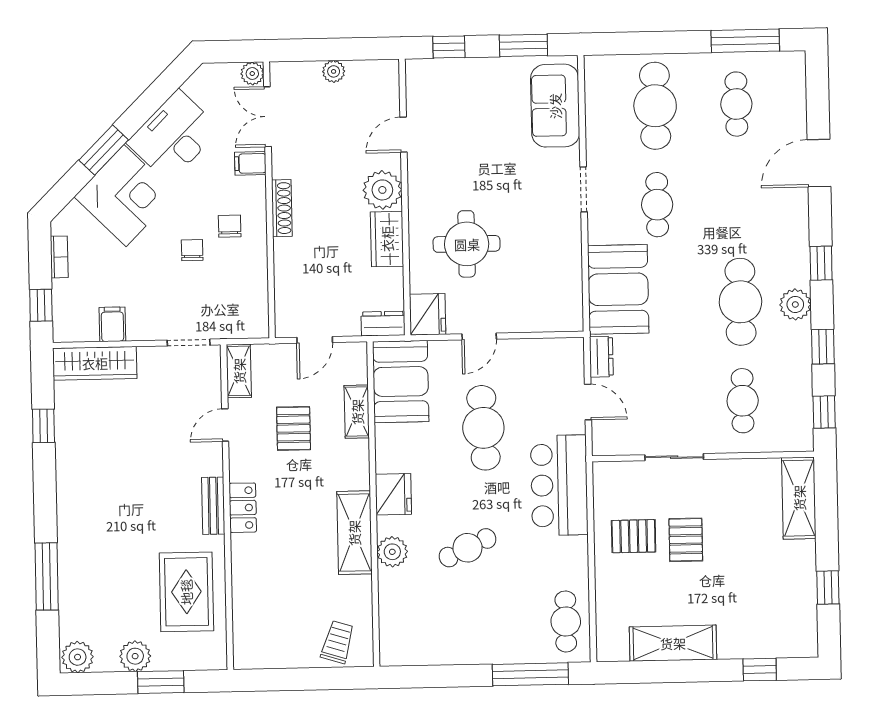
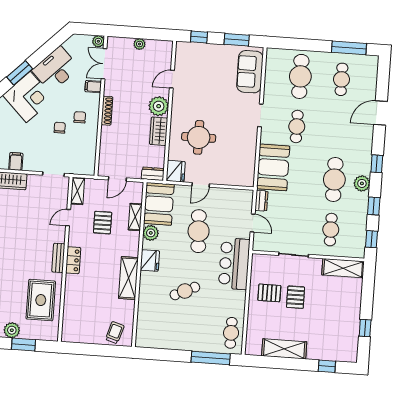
shelving: (799, 498) -> (343, 268), moved, turned 90
plant: (392, 552) -> (151, 233), moved

